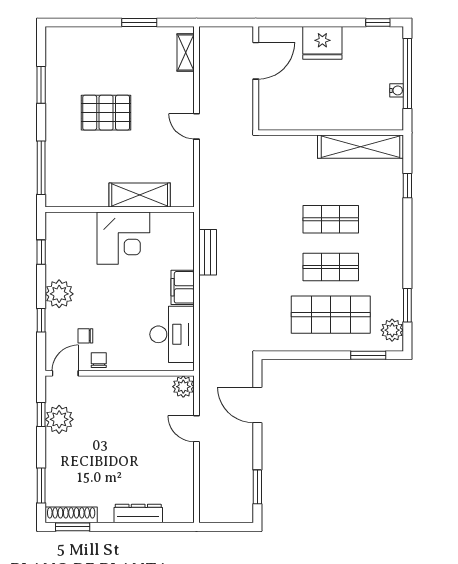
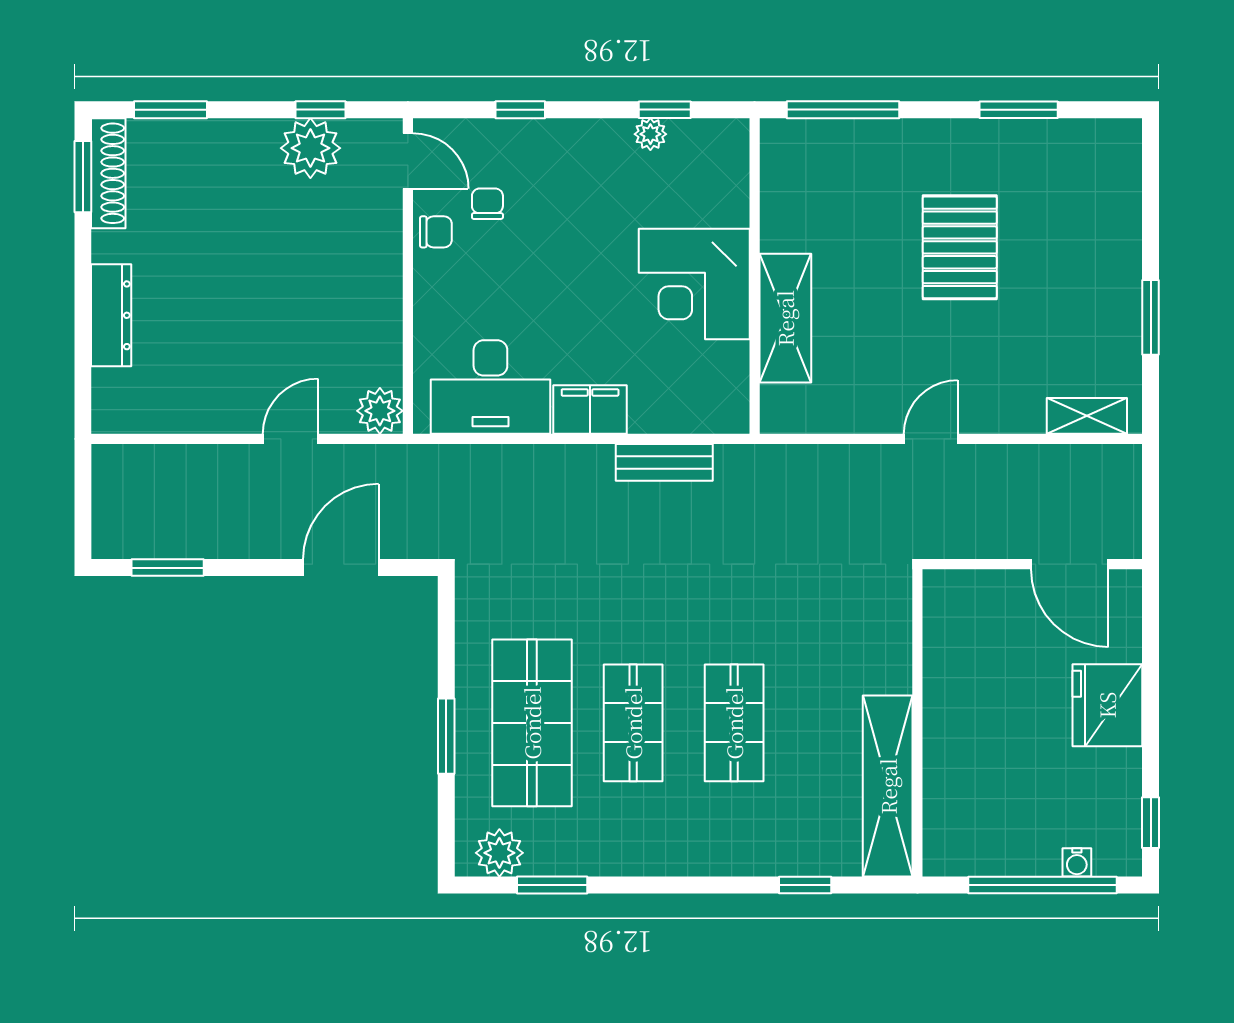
water cooler: (397, 90) -> (1077, 862), moved
plant: (59, 294) -> (650, 134), moved, width x0.53, depth x0.53
window: (368, 355) -> (446, 736), moved

